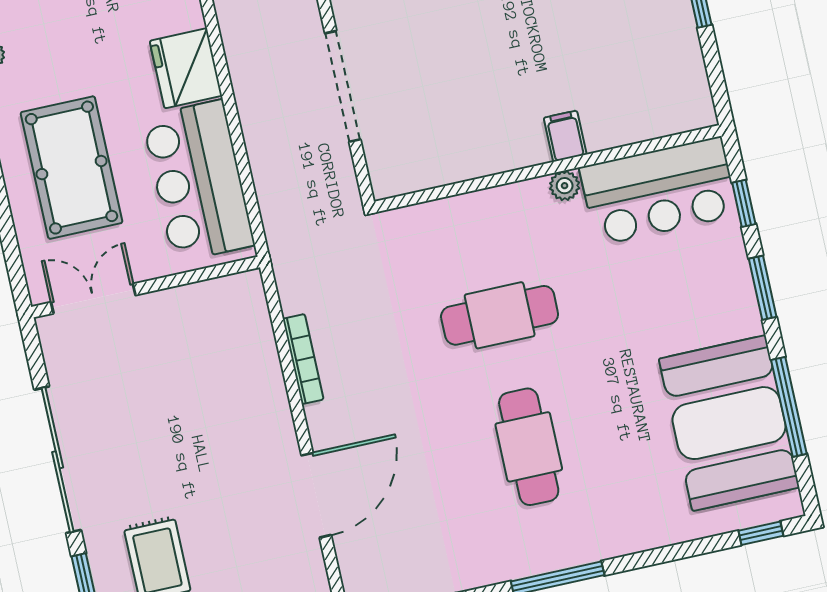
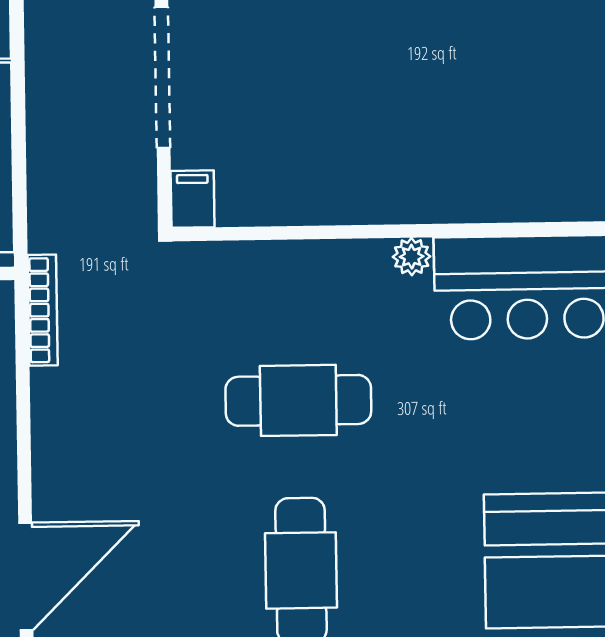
filing cabinet: (565, 136) -> (193, 199), moved
bookcase: (303, 359) -> (43, 310), moved

